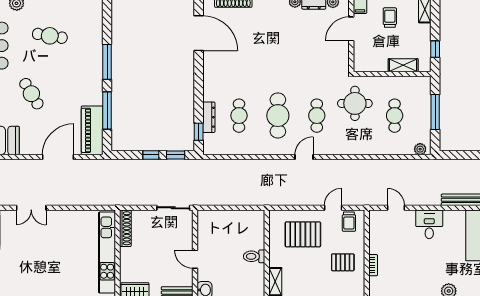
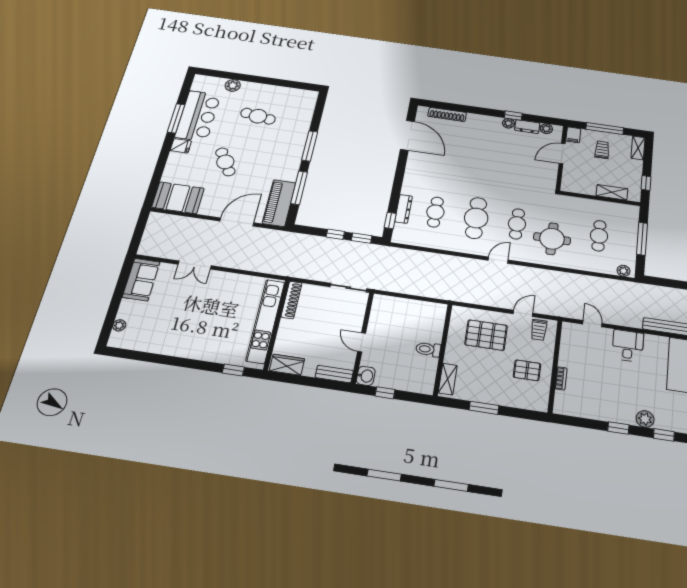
round table: (355, 103) -> (552, 239), moved

